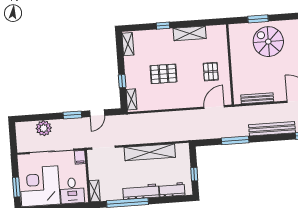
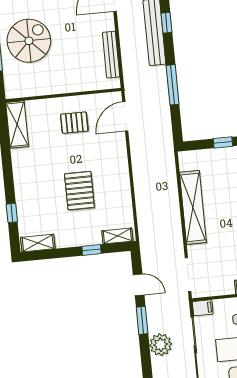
window: (163, 26) -> (12, 213), moved
shelving: (190, 33) -> (17, 124), moved
spiral stairs: (268, 42) -> (29, 41), turned 180
door: (214, 107) -> (125, 116), hinge flipped
plant: (44, 128) -> (161, 345), moved
window: (278, 137) -> (166, 23), added

